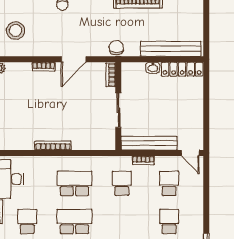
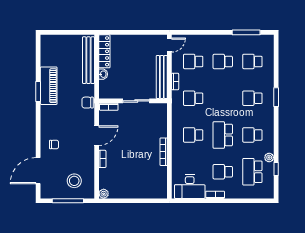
door: (74, 59) -> (97, 136), hinge flipped
school desk: (74, 183) -> (193, 135), width x0.54

